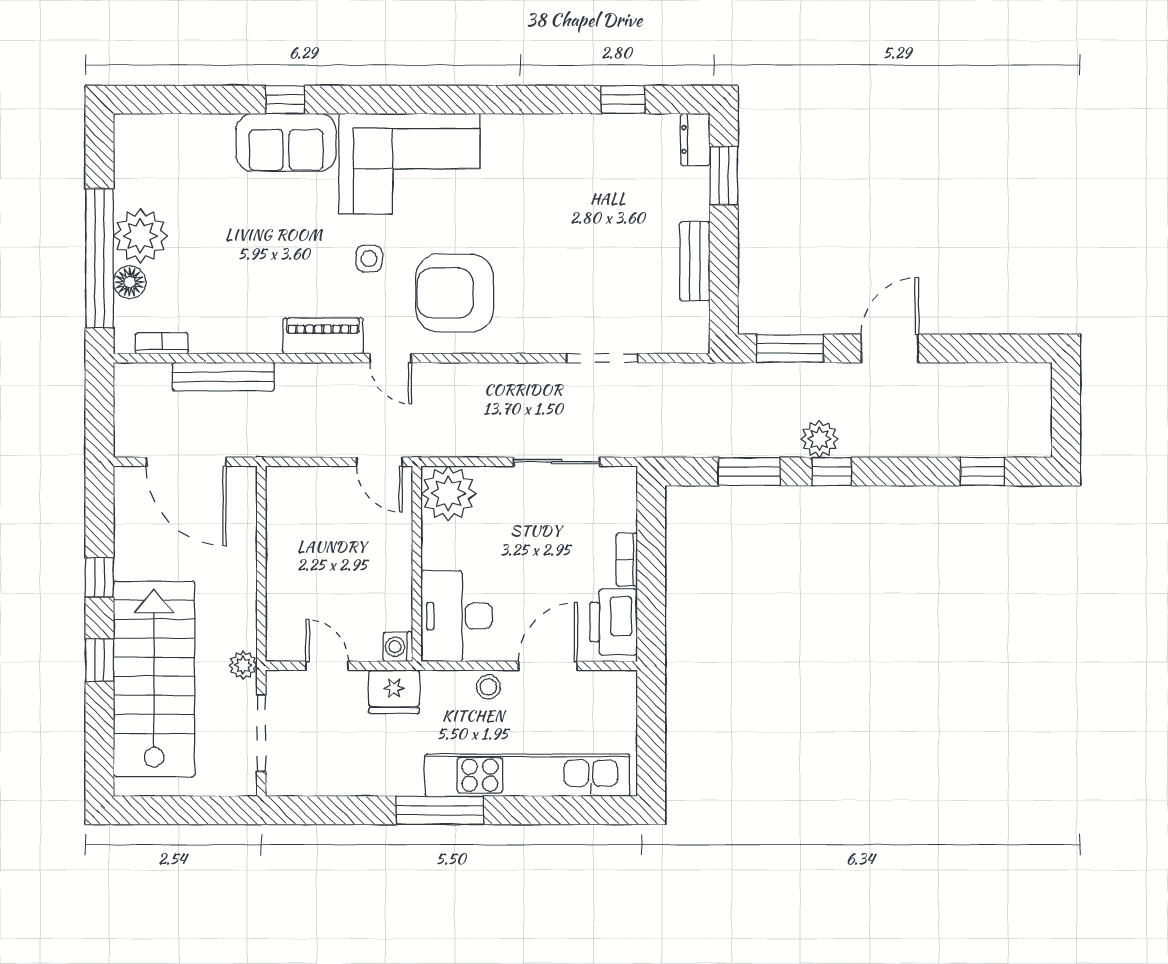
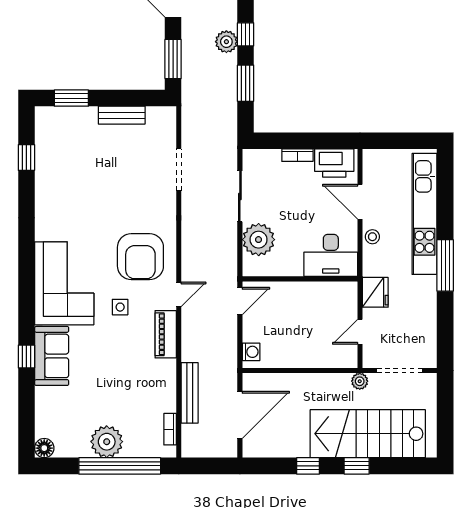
dresser: (695, 139) -> (50, 115), removed
floor lamp: (130, 282) -> (44, 448), moved
plant: (448, 493) -> (259, 240), moved
washing machine: (398, 647) -> (251, 352), moved, turned -90

